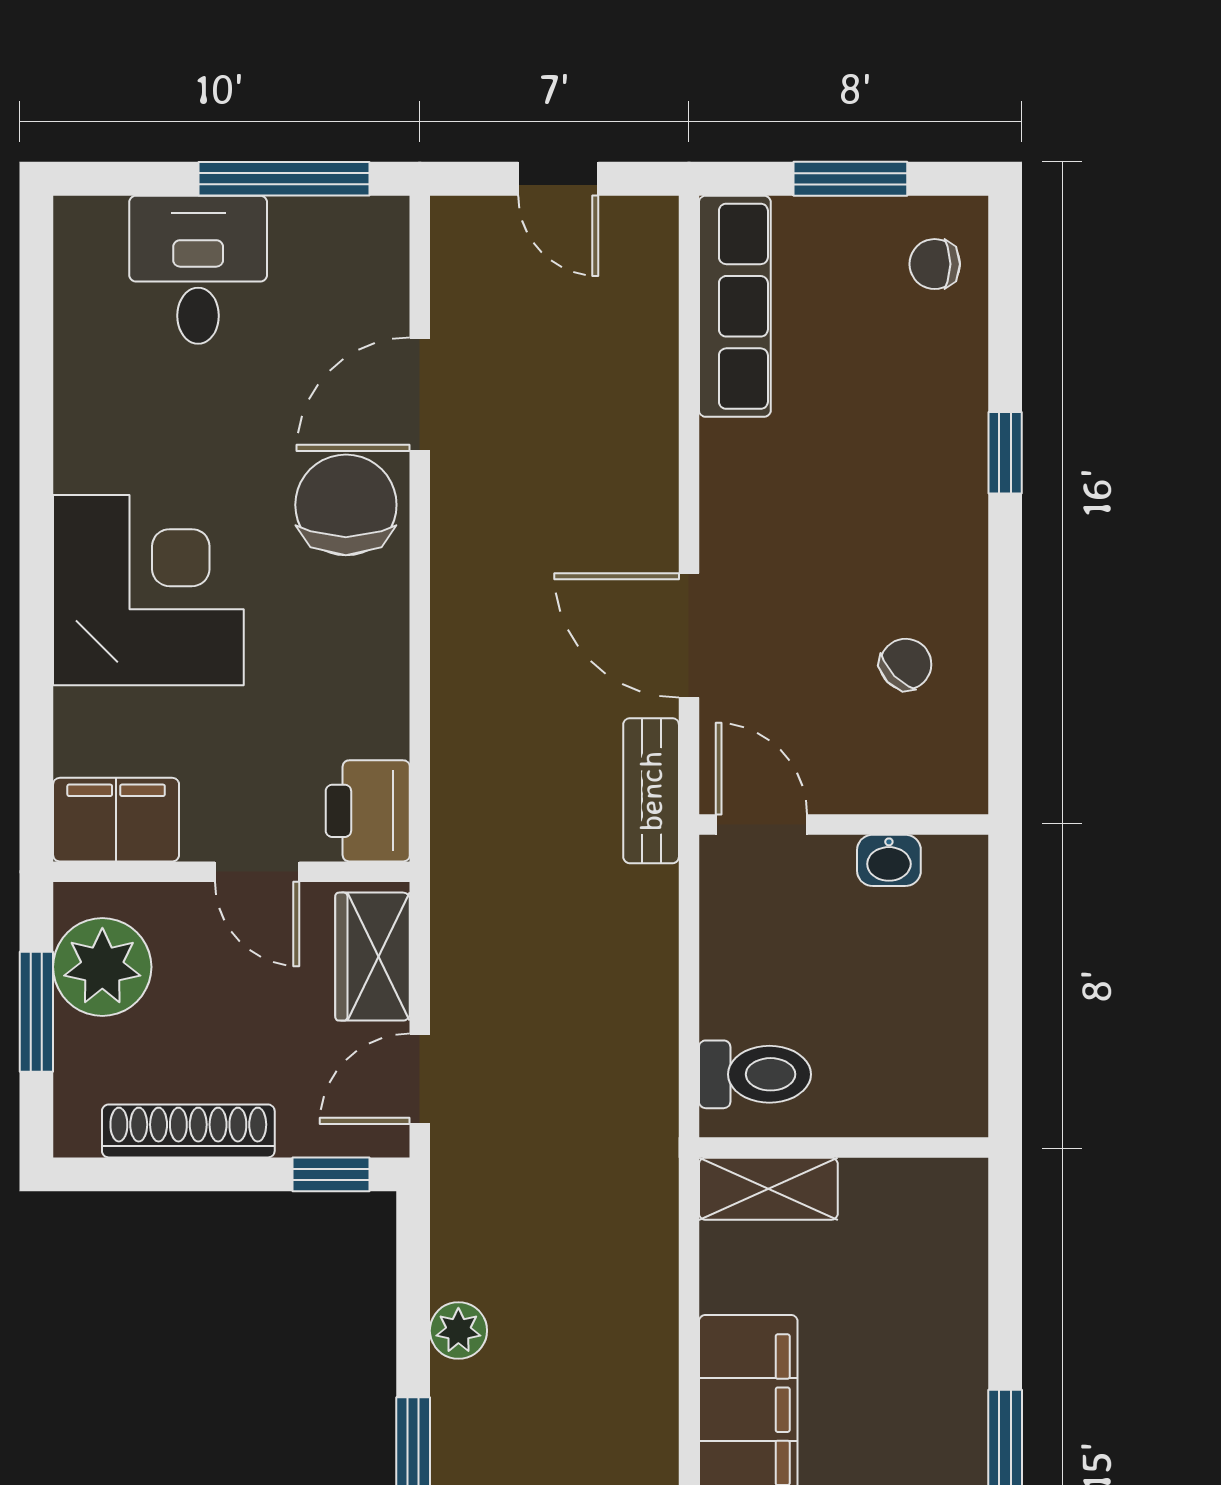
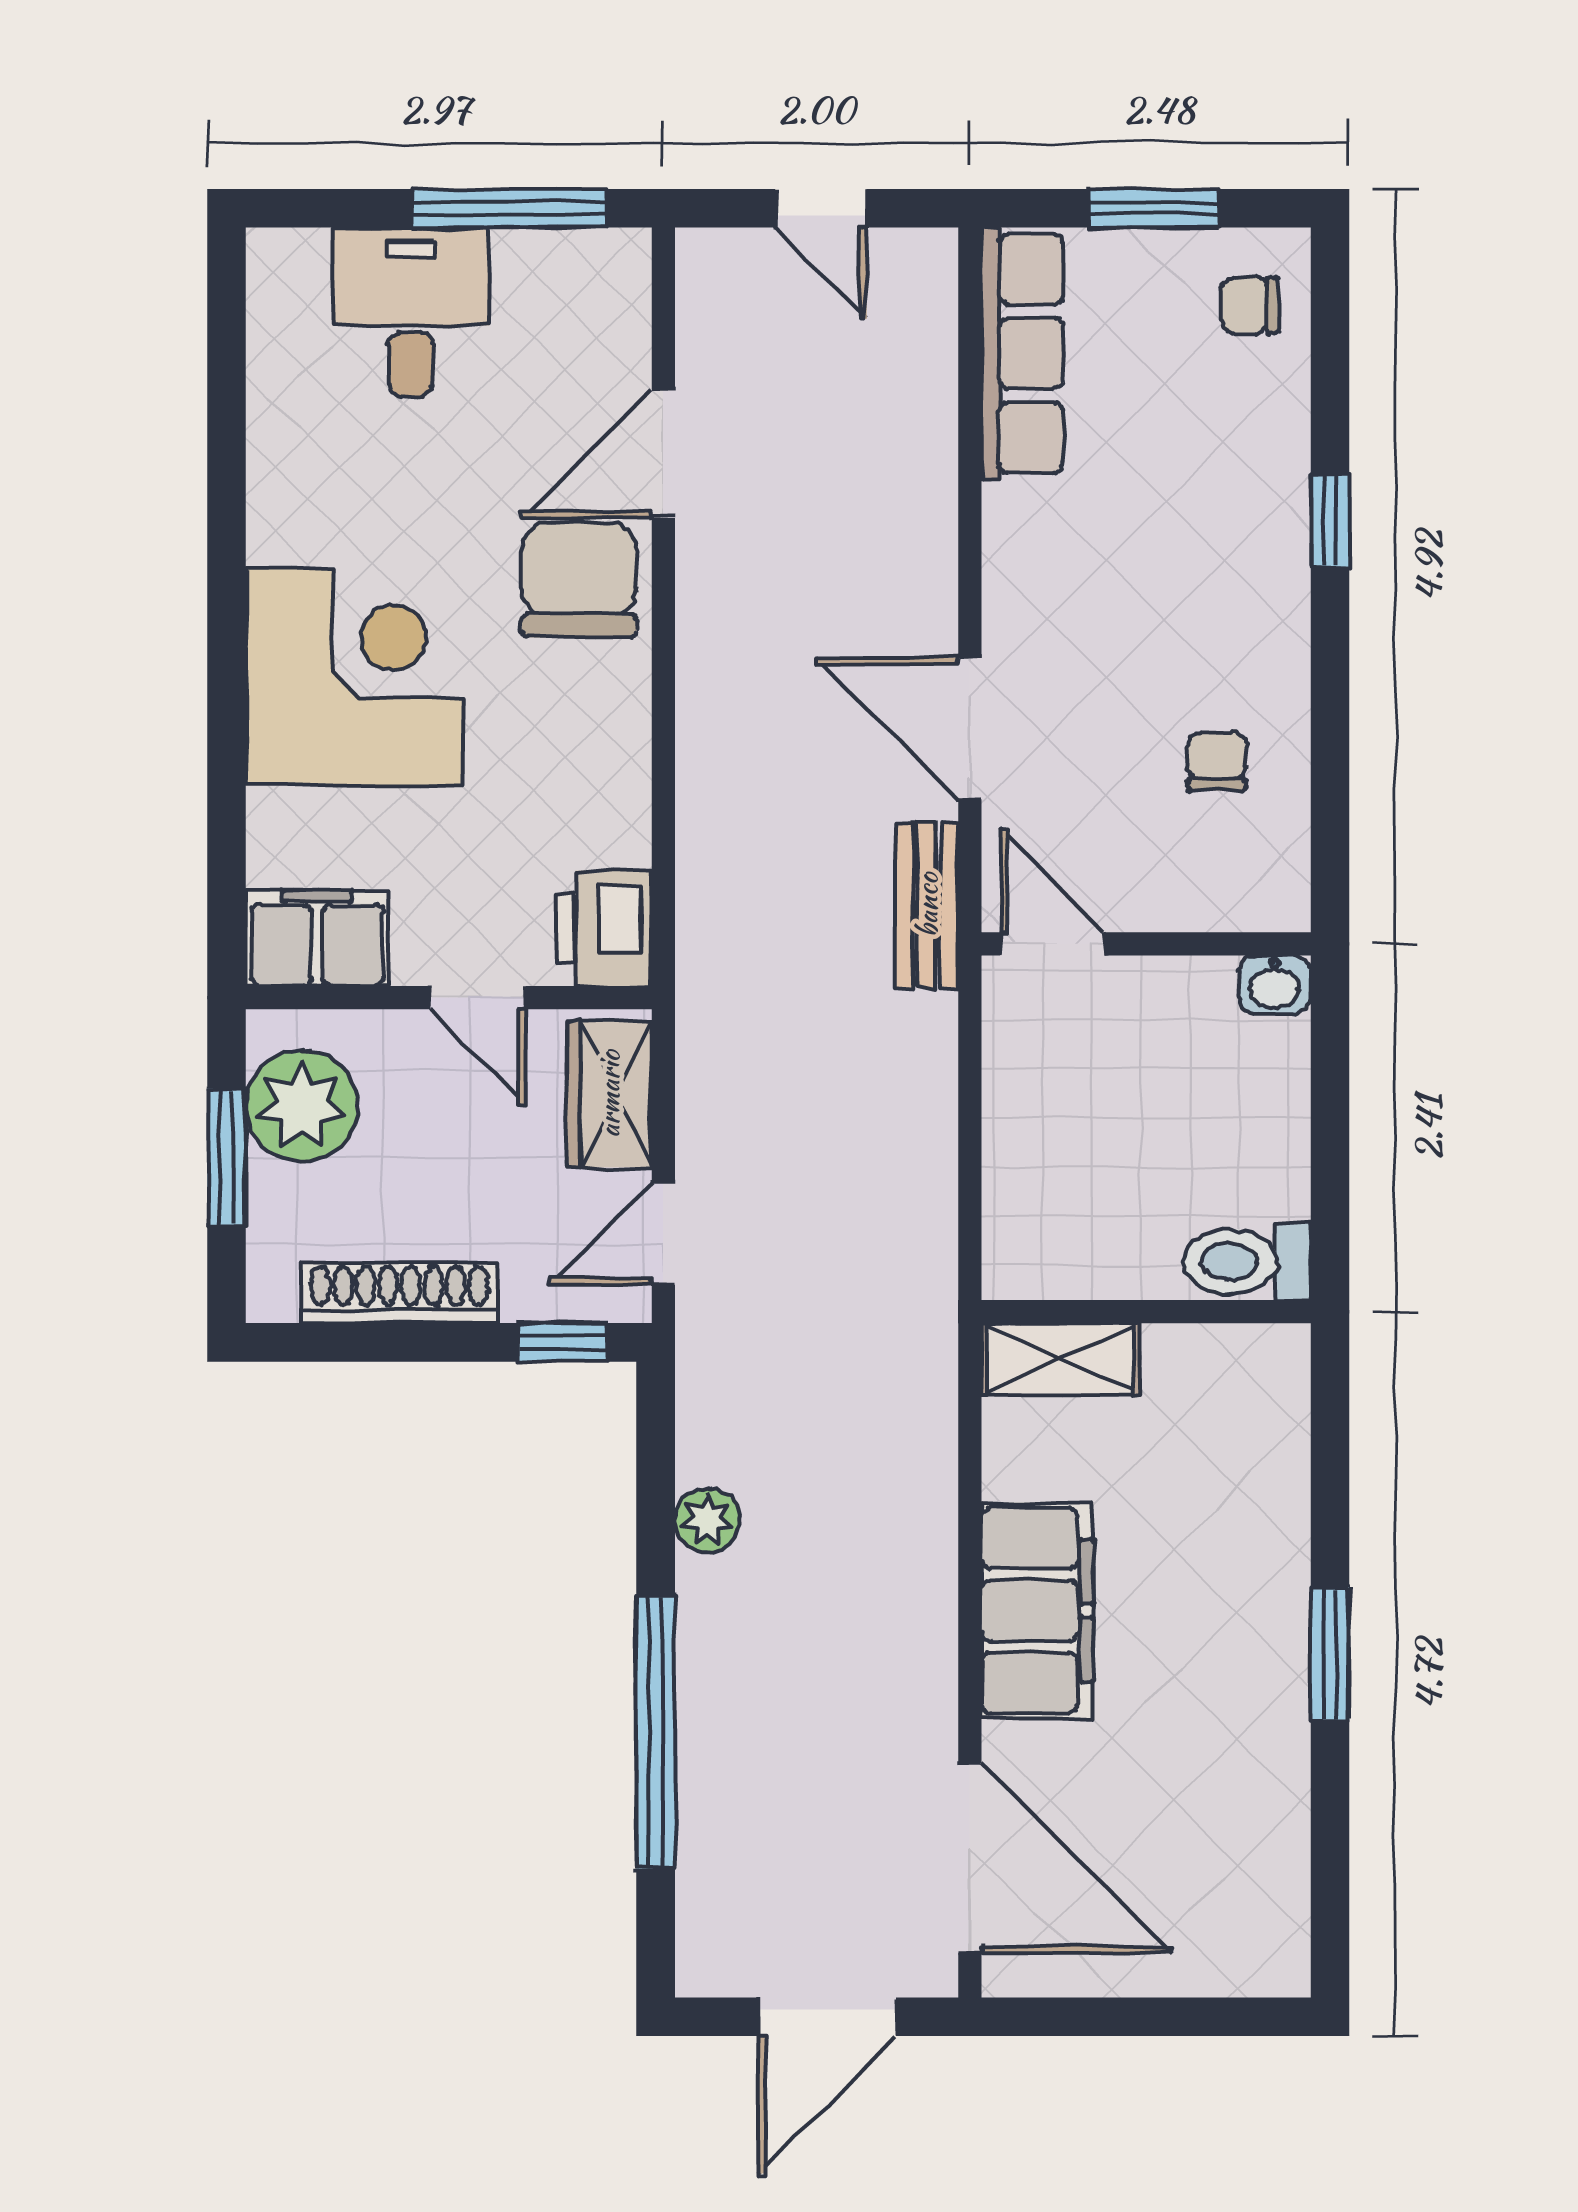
chair: (906, 664) -> (1217, 761), turned -46
washbasin: (889, 860) -> (1275, 985), moved
toilet: (755, 1074) -> (1247, 1262), moved, turned 180

